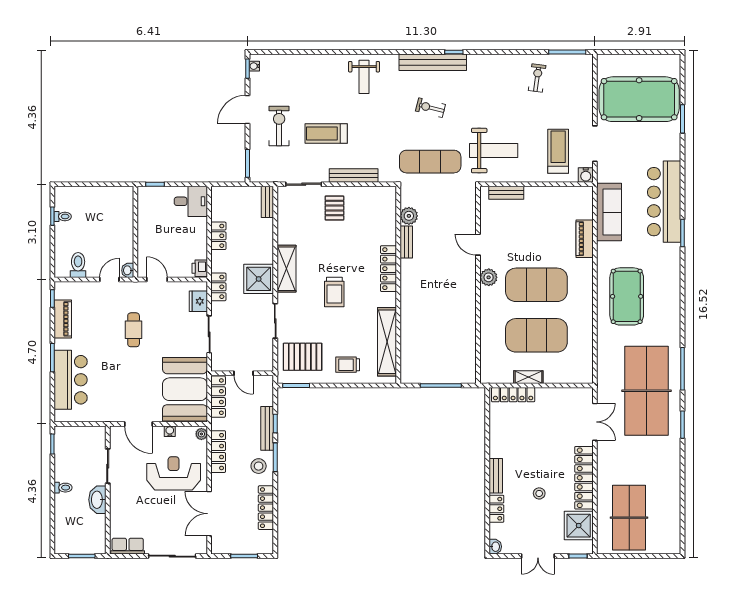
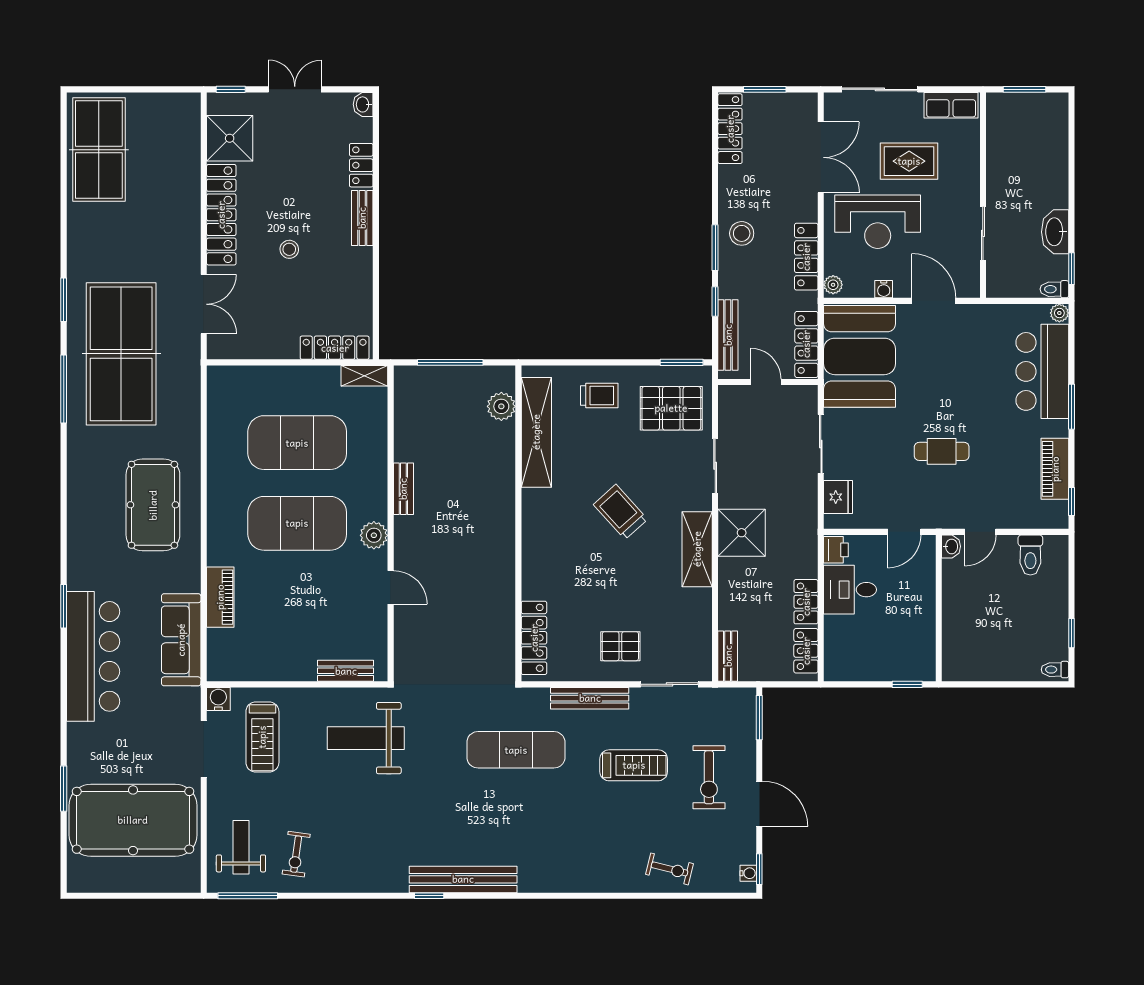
weight bench: (364, 77) -> (241, 847), moved
exercise bike: (430, 108) -> (669, 869), moved
door: (248, 110) -> (759, 804), hinge flipped
exercise mat: (430, 162) -> (516, 750), moved
desk: (191, 201) -> (850, 590), moved
pallet: (334, 208) -> (620, 646), turned 90
toilet: (63, 216) -> (1055, 670), moved
plant: (409, 216) -> (501, 406), moved
bench: (406, 242) -> (403, 489), moved
locker: (388, 269) -> (534, 638), moved
door: (157, 279) -> (904, 532), hinge flipped
locker: (218, 287) -> (806, 651), moved
trolley: (334, 292) -> (620, 512), turned -42
cafe table: (134, 330) -> (942, 451), turned 90
shelving: (528, 377) -> (364, 376), moved
plant: (60, 416) -> (1059, 313), added
double door: (595, 422) -> (204, 304), swing flipped
bench: (267, 428) -> (728, 335), moved
toilet: (63, 488) -> (1054, 289), moved
stool: (539, 493) -> (289, 249), moved
washbasin: (97, 500) -> (1055, 232), moved, turned 180
locker: (266, 508) -> (730, 129), moved
rug: (154, 511) -> (909, 161), added
table tennis table: (629, 518) -> (99, 150), moved

